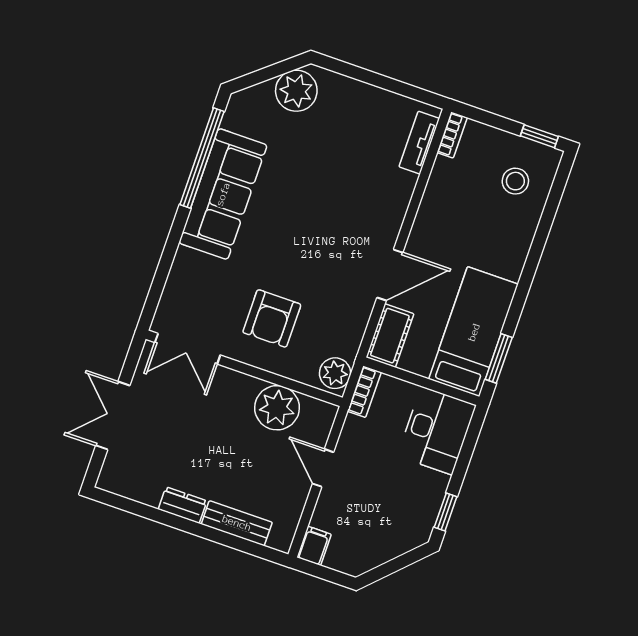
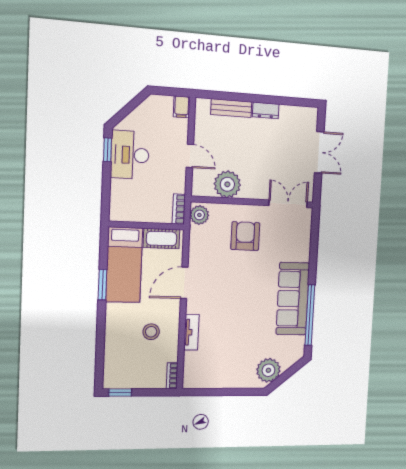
tv unit: (419, 143) -> (191, 332), moved
stool: (515, 181) -> (151, 332), moved
cot: (390, 336) -> (161, 239), moved, turned 90
window: (499, 358) -> (102, 285), moved
desk: (437, 431) -> (130, 155), moved

